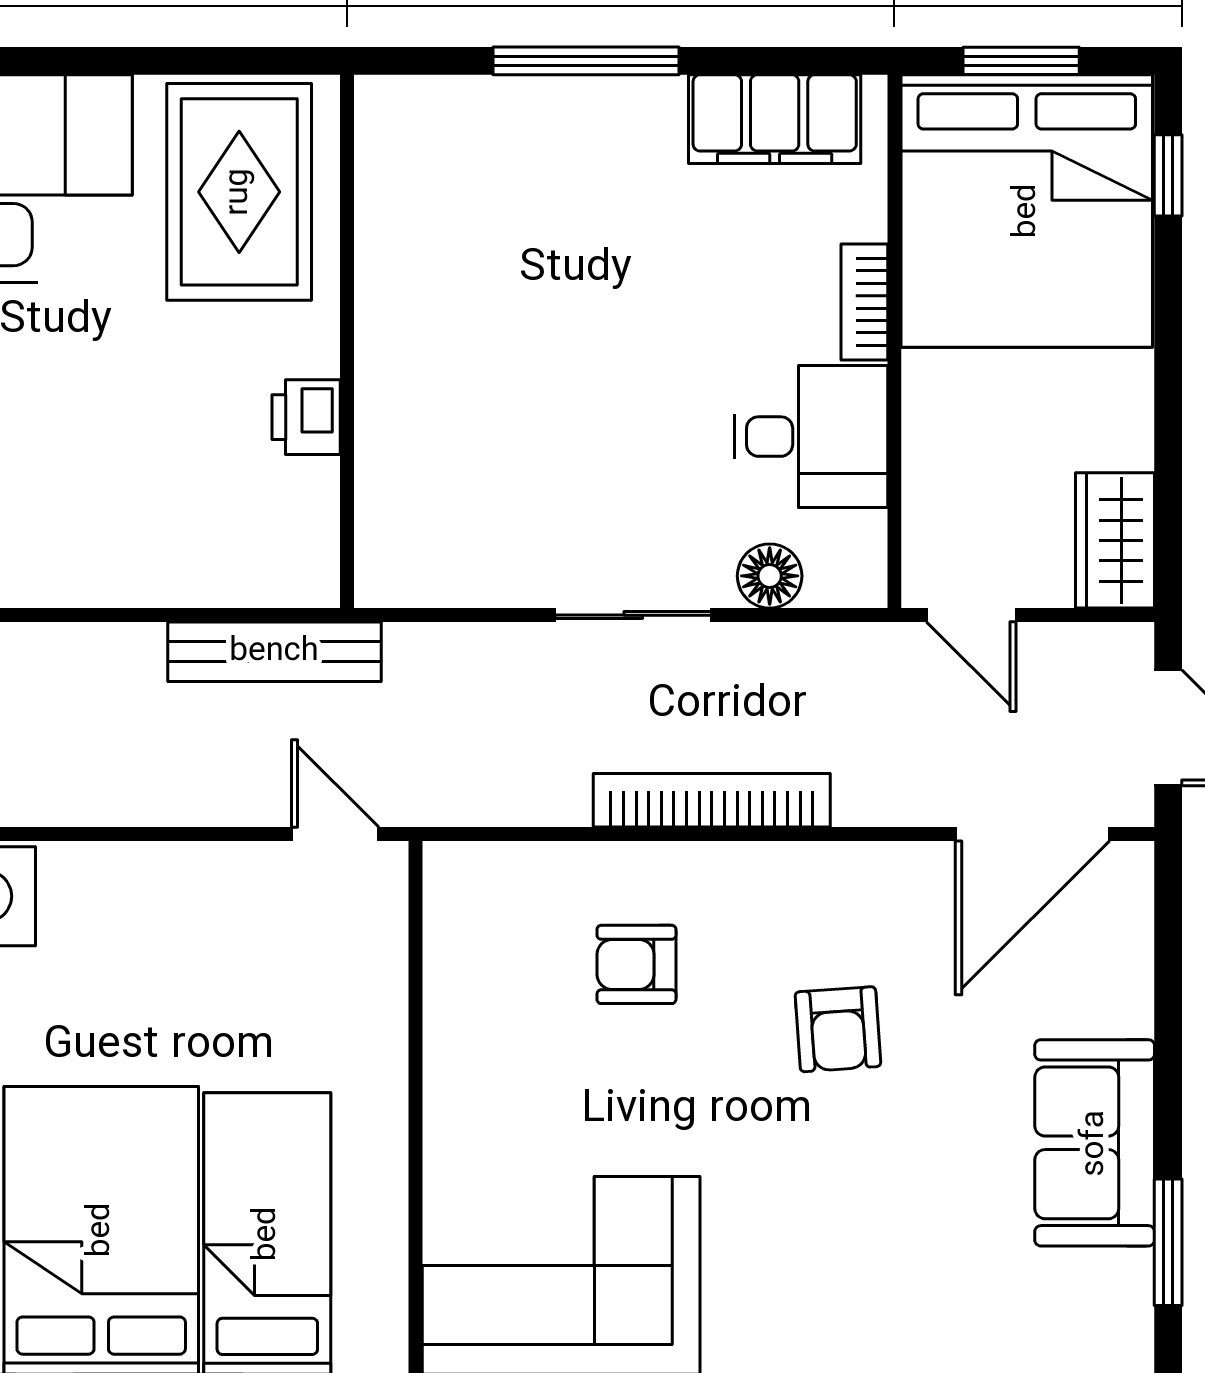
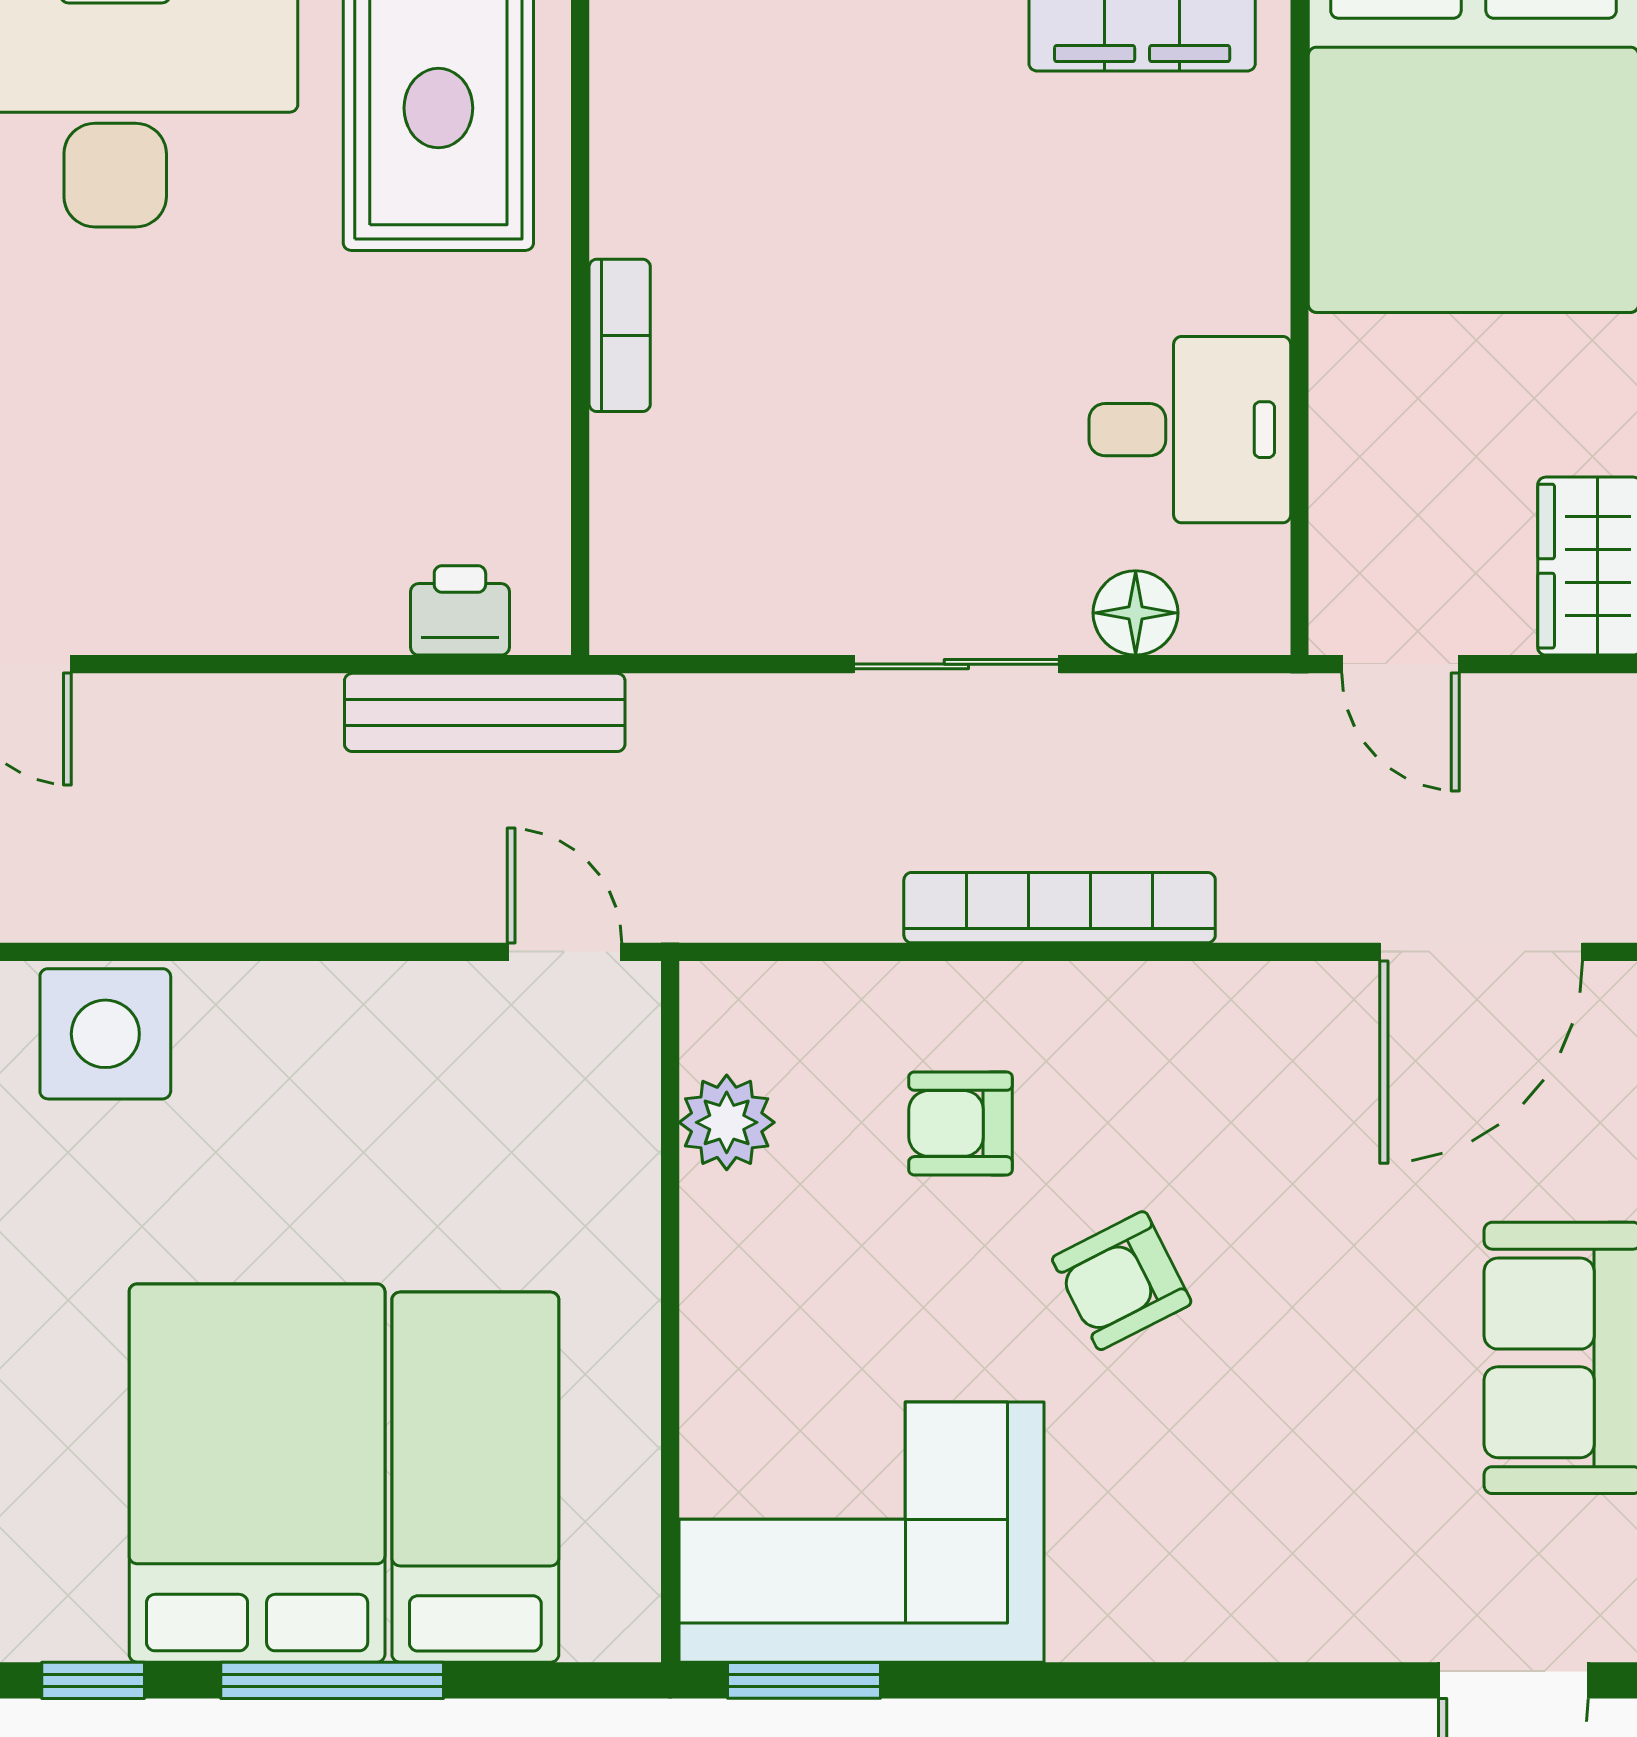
bookcase: (864, 302) -> (620, 335), moved, turned 180
printer: (306, 417) -> (460, 610), moved, turned 90
plant: (459, 964) -> (727, 1122), added
armchair: (838, 1029) -> (1122, 1281), moved, turned 67

